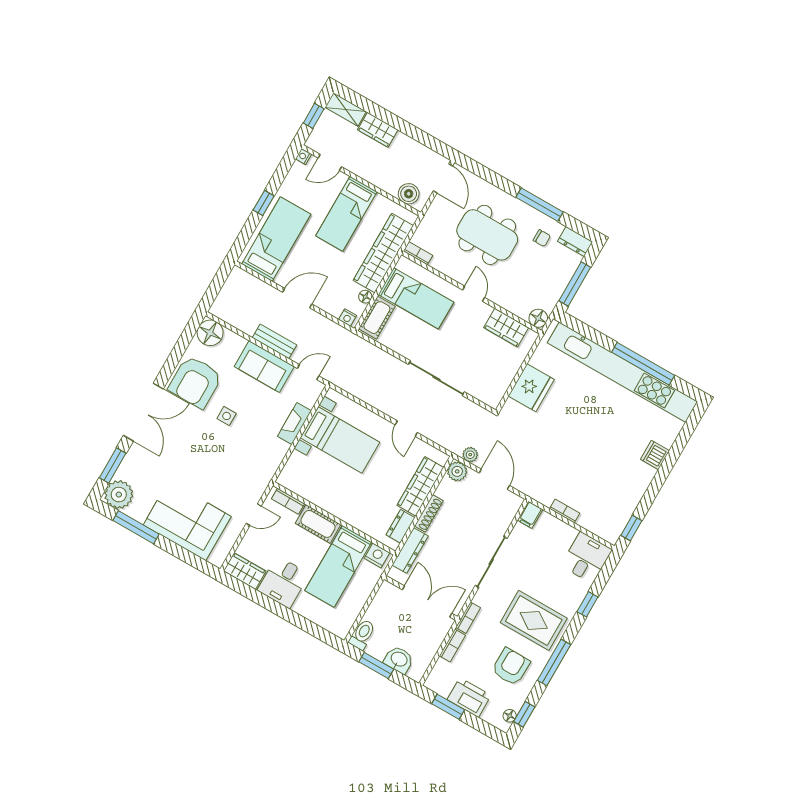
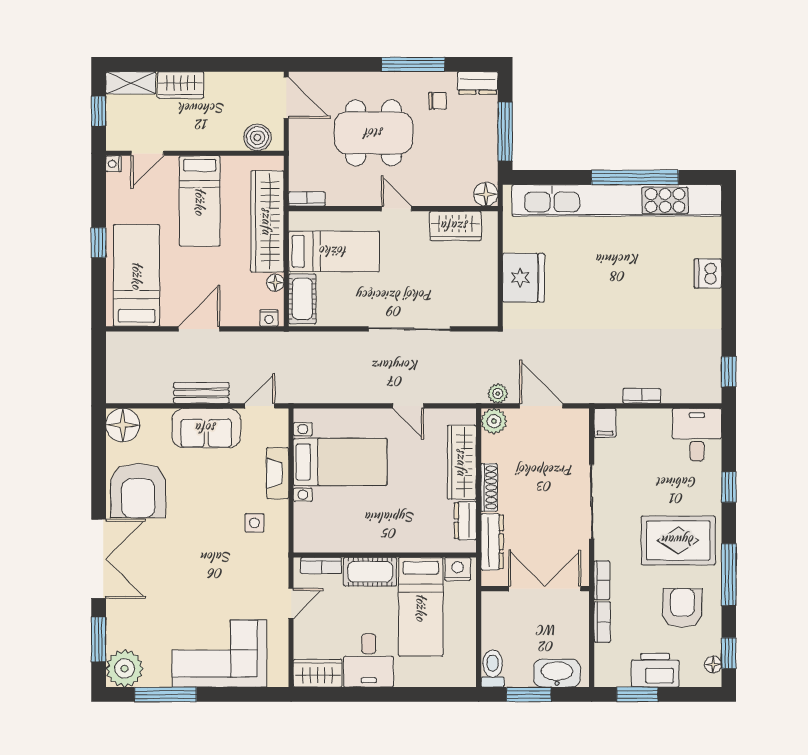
side table: (227, 416) -> (254, 523), moved
washbasin: (399, 660) -> (557, 673), width x1.38

